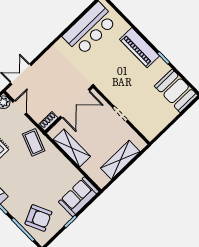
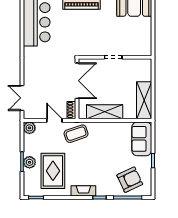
door: (20, 108) -> (54, 120), moved
coffee table: (34, 142) -> (76, 134), turned -40
shelving: (120, 160) -> (144, 100), moved

